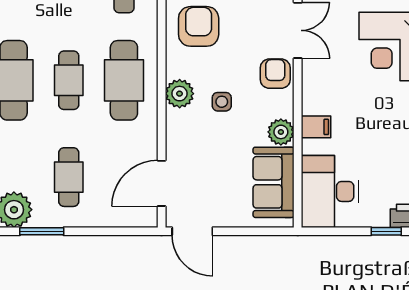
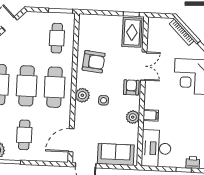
armchair: (199, 26) -> (94, 62), turned 96
cafe table: (69, 80) -> (27, 86), width x1.37, depth x1.35
sofa: (274, 182) -> (116, 154), moved, turned 90

